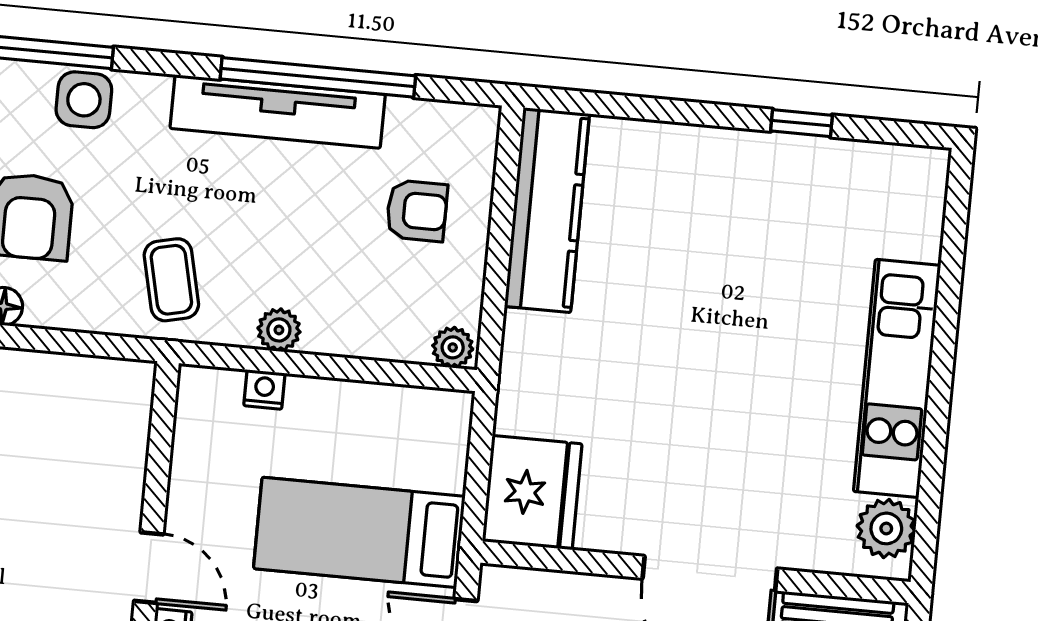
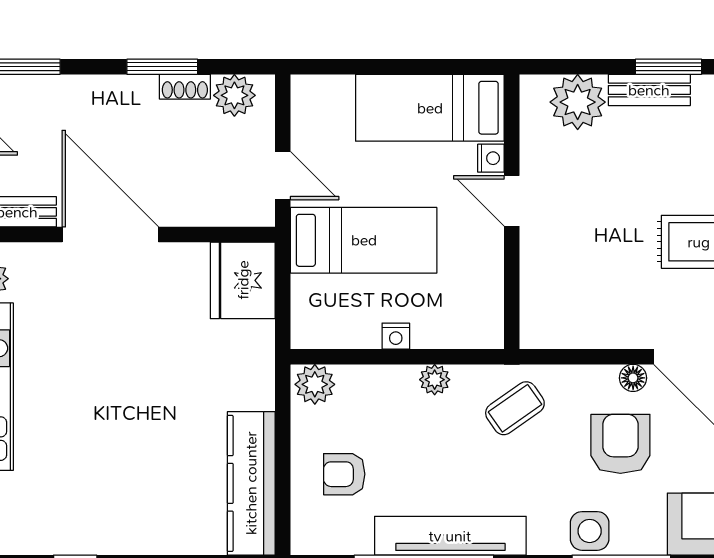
coffee table: (171, 280) -> (515, 408), turned 68
plant: (453, 347) -> (315, 384), width x1.38, depth x1.38
nightstand: (264, 389) -> (396, 336), moved

